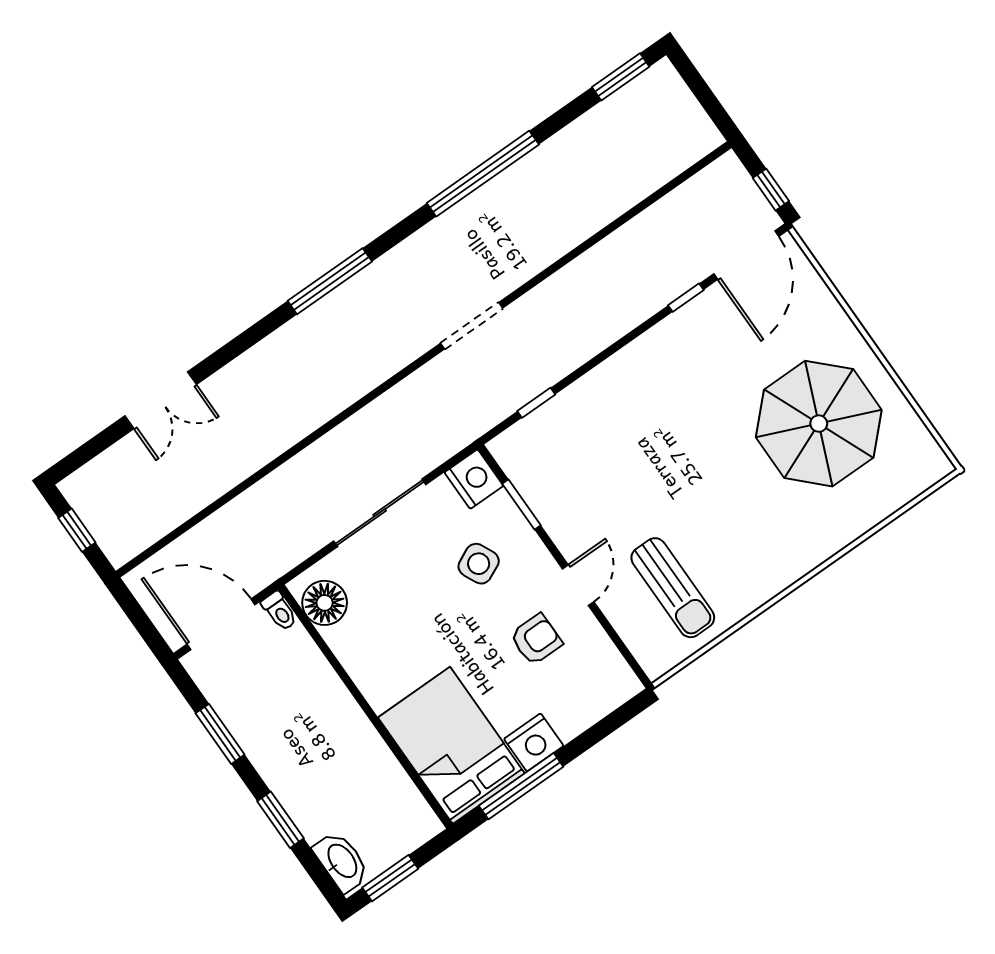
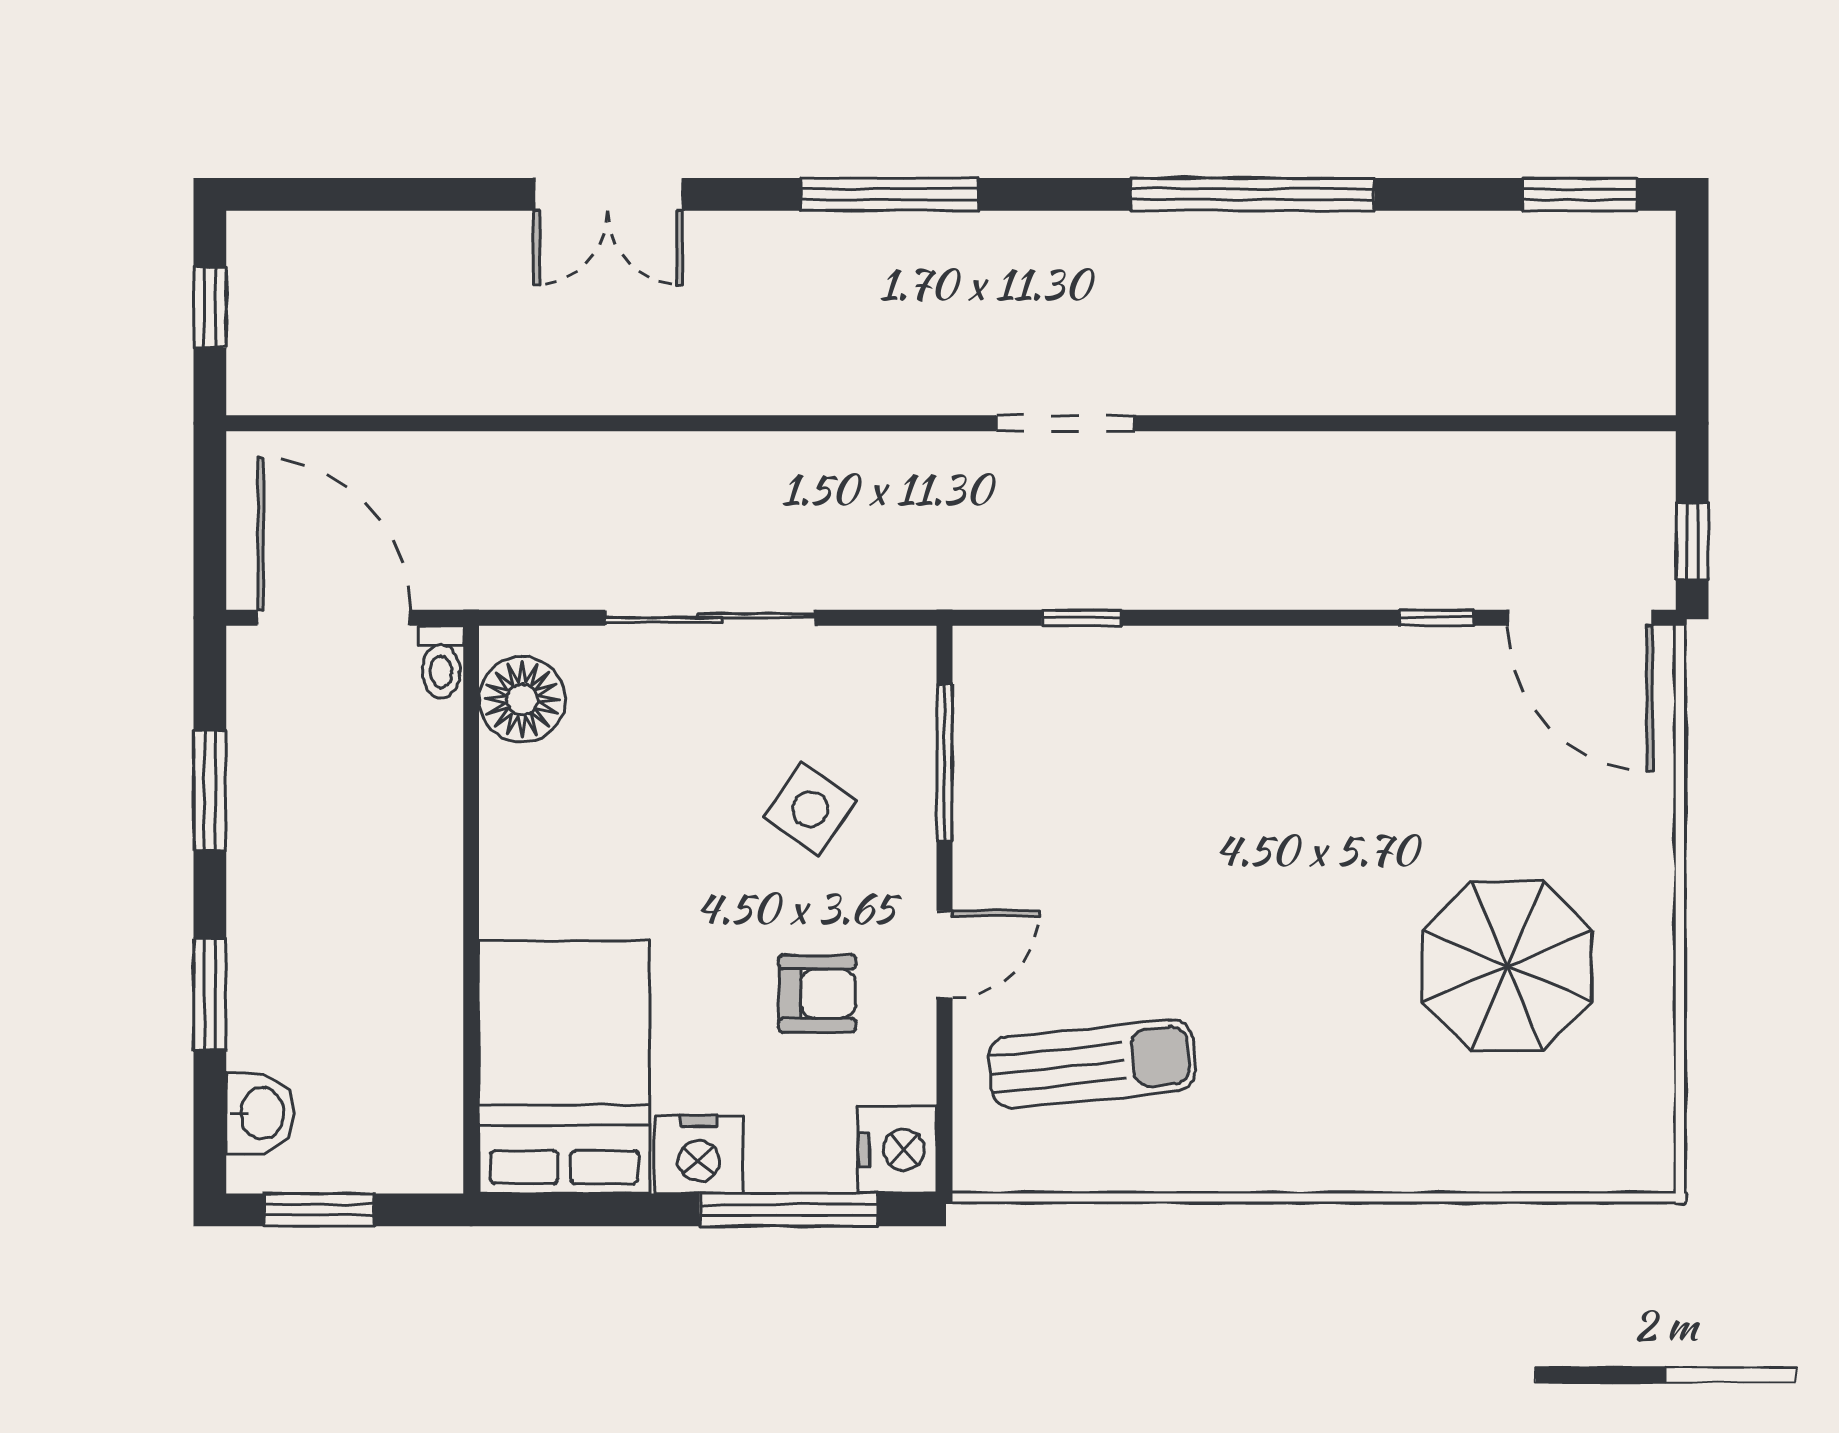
door: (746, 255) -> (1580, 618), hinge flipped
double door: (161, 400) -> (608, 194), moved
parasol: (819, 424) -> (1507, 966), width x0.73, depth x0.73
nightstand: (474, 479) -> (897, 1150), moved
window: (521, 505) -> (945, 763), width x1.44
side table: (479, 564) -> (810, 809), turned -30
sun lounger: (673, 588) -> (1092, 1064), turned -96
window: (521, 786) -> (789, 1210), moved
washbasin: (342, 861) -> (260, 1113), width x0.72

